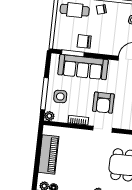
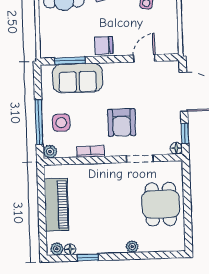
chair: (84, 41) -> (104, 45), moved
sofa: (83, 67) -> (78, 78), width x0.73
doorway: (103, 129) -> (140, 159), moved

